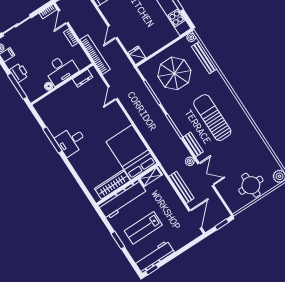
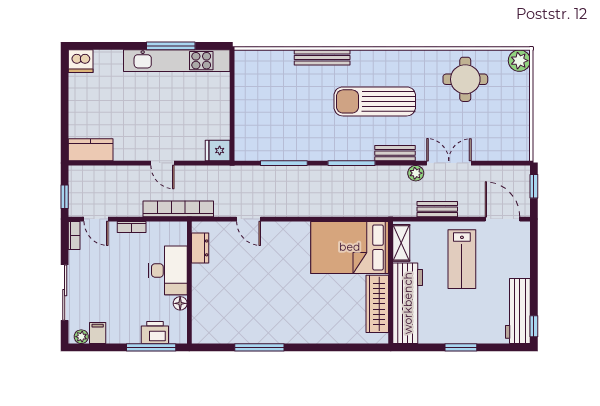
plant: (191, 37) -> (242, 57), removed
bench: (204, 58) -> (322, 57), moved
printer: (19, 73) -> (155, 332), moved
parasol: (174, 73) -> (278, 114), removed
desk: (71, 141) -> (278, 322), removed
round table: (251, 185) -> (465, 79), moved
bench: (181, 187) -> (437, 209), width x0.73
lab bench: (143, 228) -> (462, 259), moved

